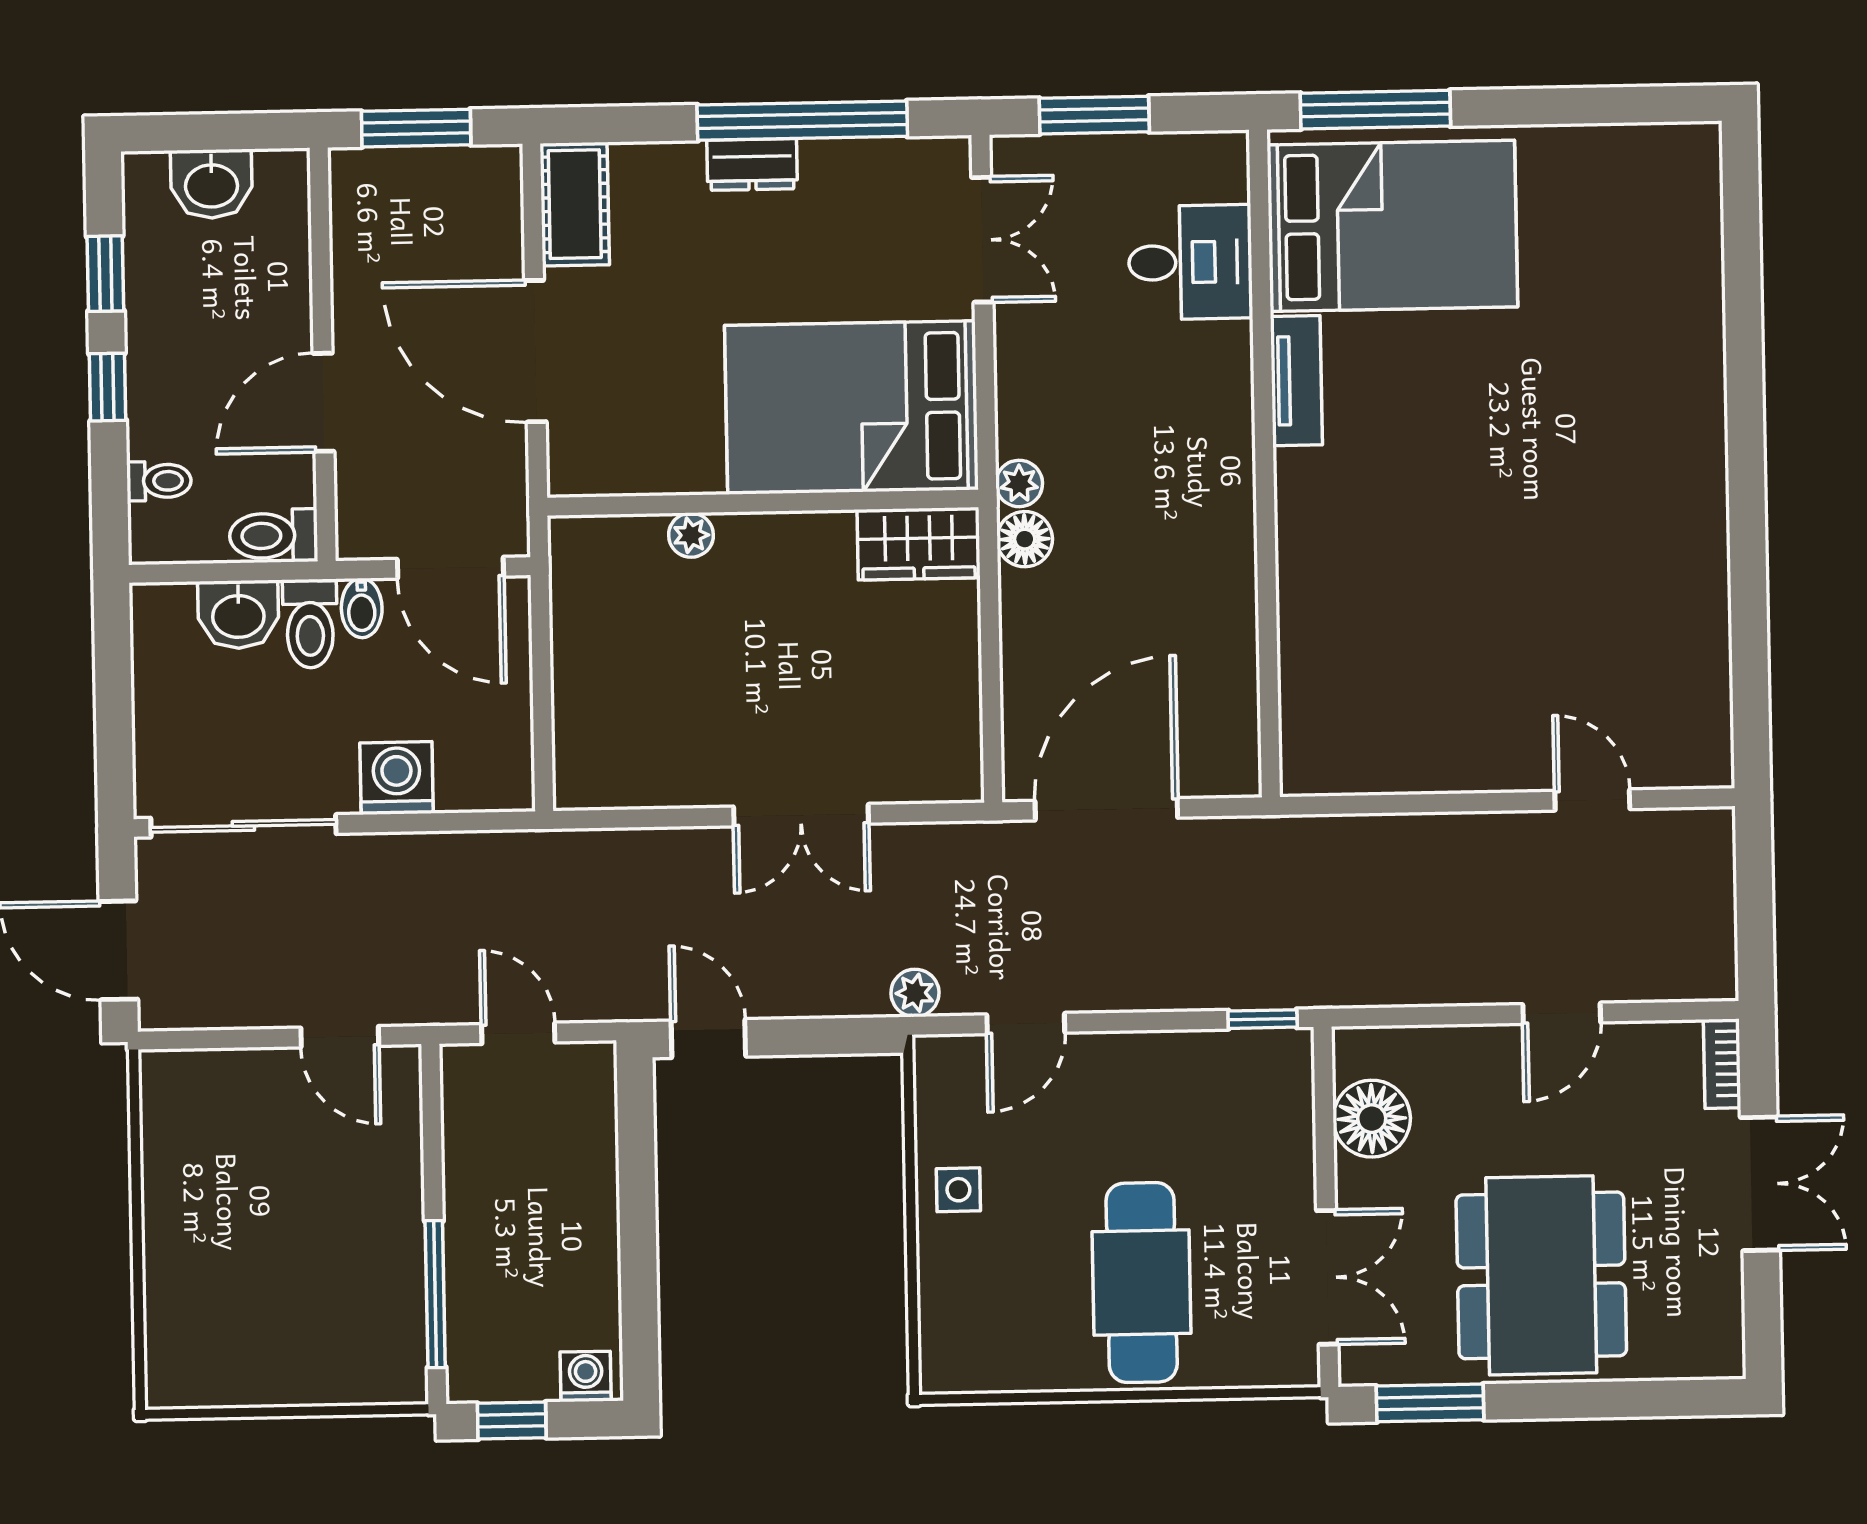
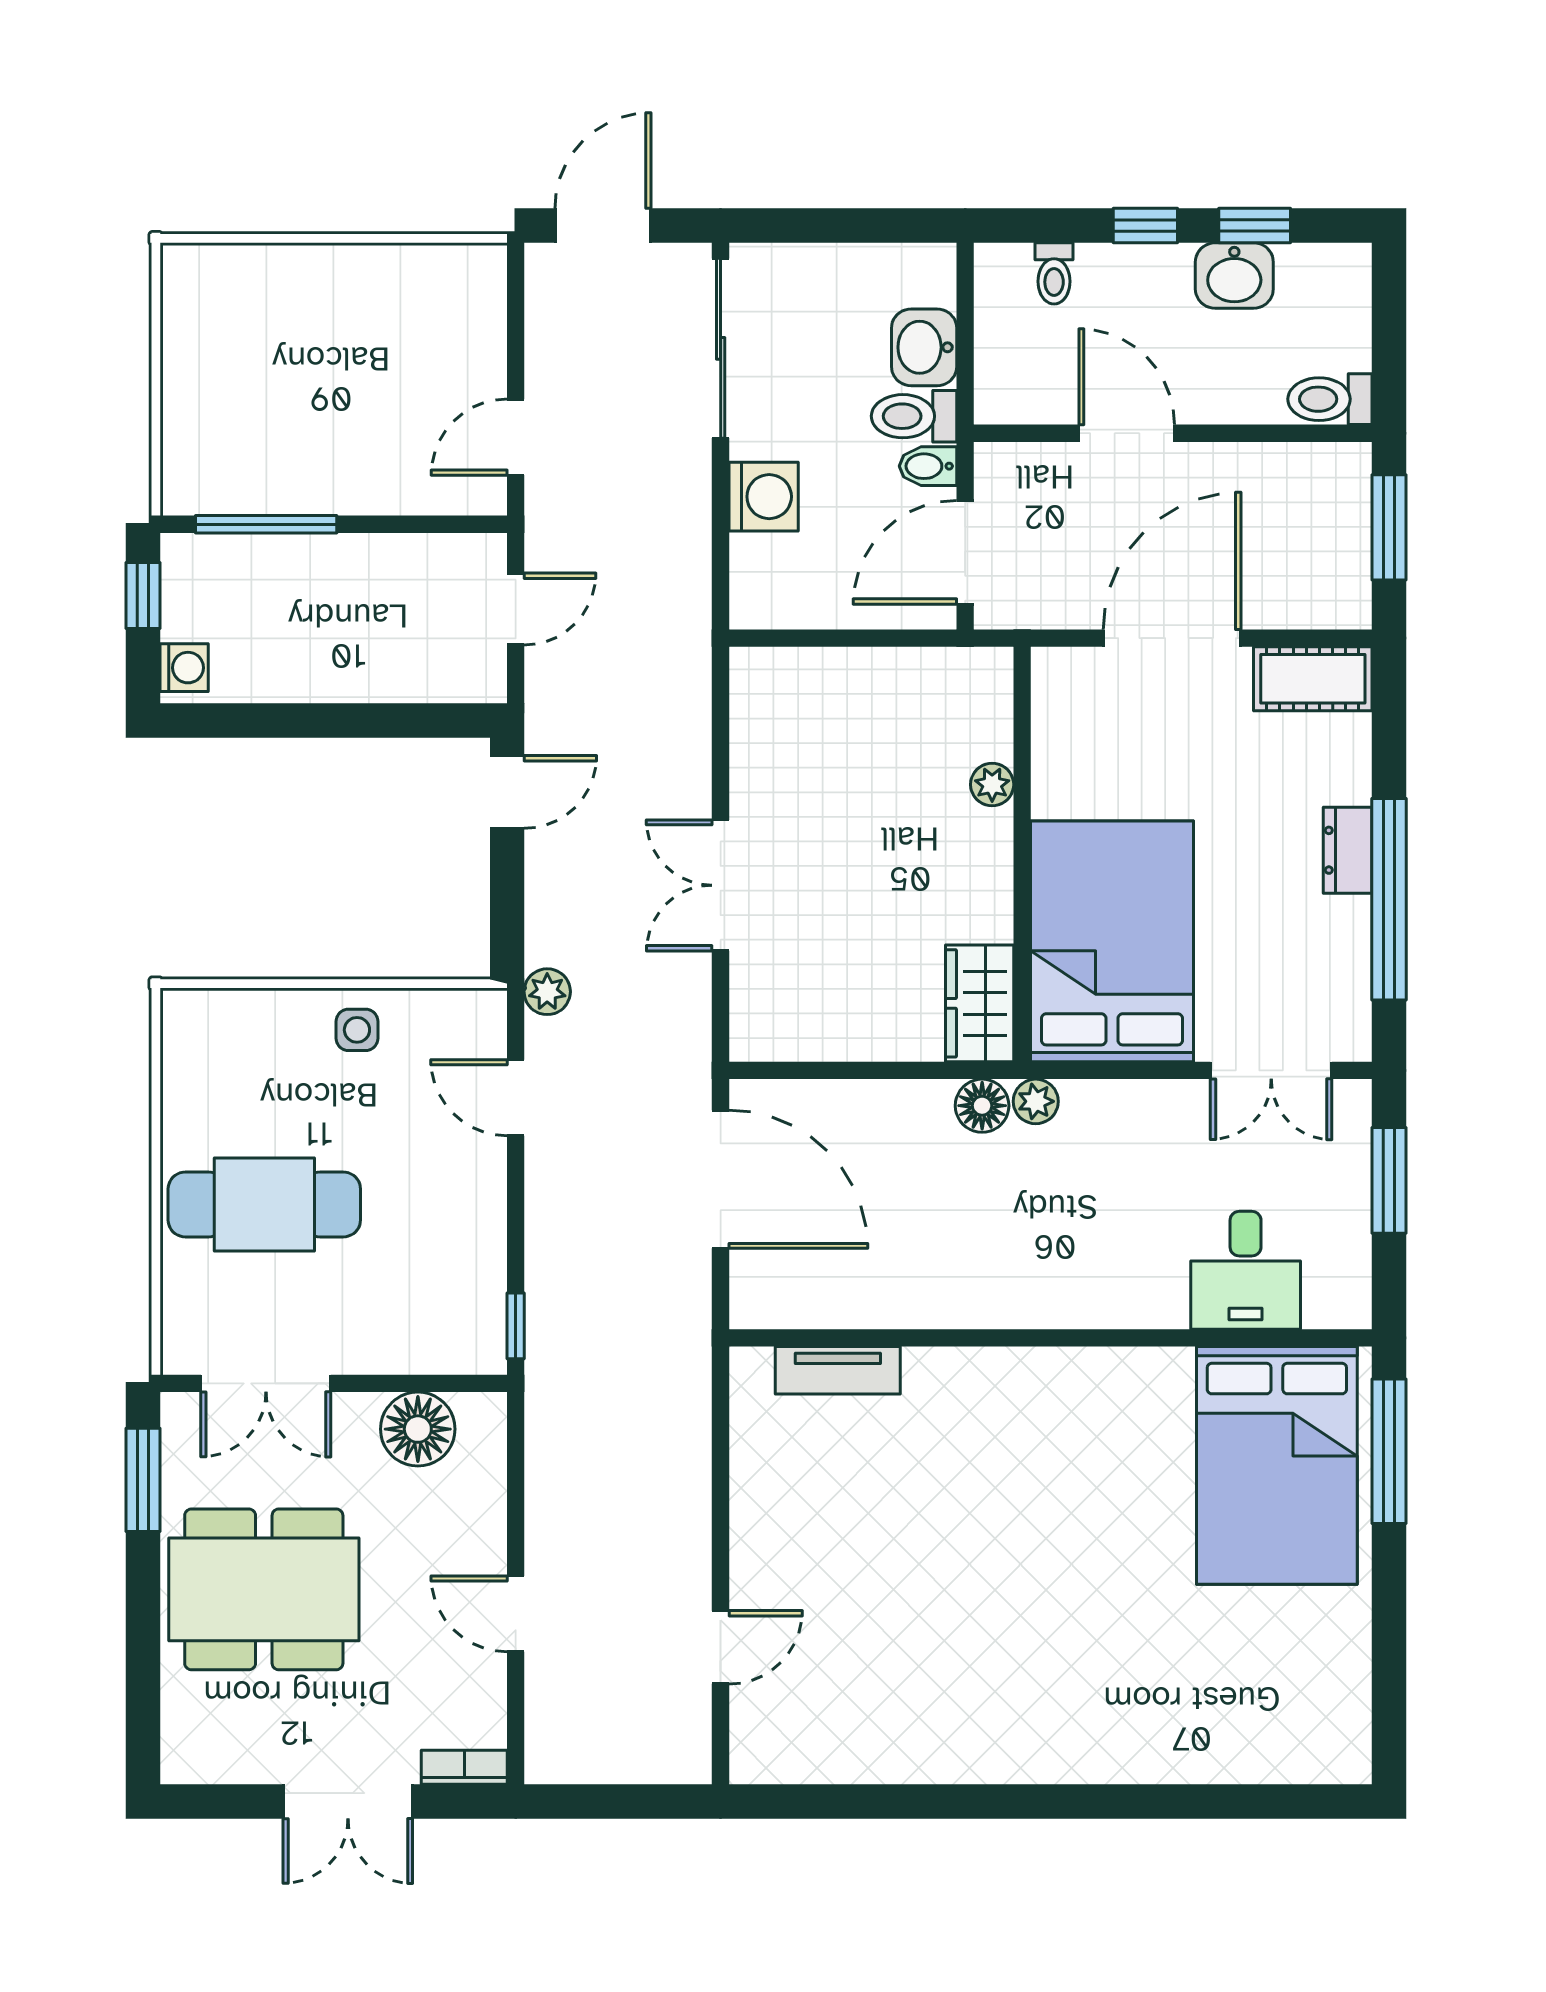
washbasin: (211, 184) -> (1234, 276), moved, turned -90
tv unit: (1296, 381) -> (838, 1370), moved
toilet: (274, 536) -> (1330, 399), moved, turned -90

